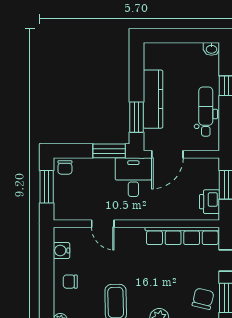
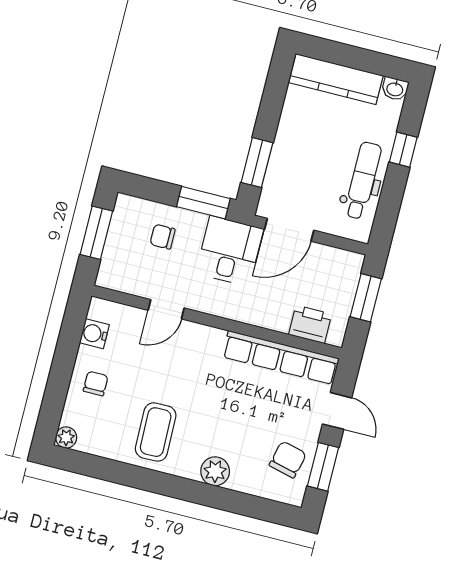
kitchen counter: (153, 99) -> (336, 79), moved, turned 90
chair: (65, 167) -> (163, 237), moved, turned 90
printer: (210, 202) -> (310, 324), moved, turned 90
door: (103, 224) -> (166, 309), hinge flipped
chair: (70, 282) -> (96, 384), turned 90

